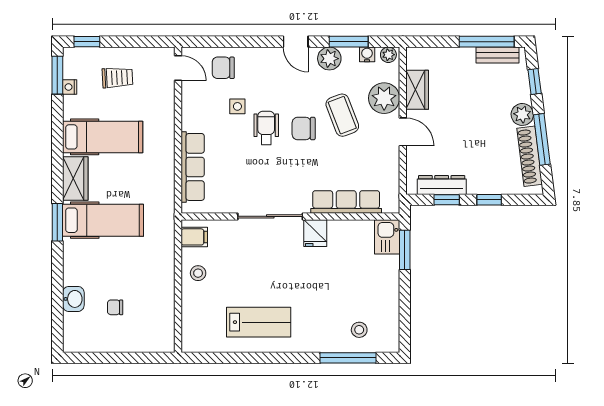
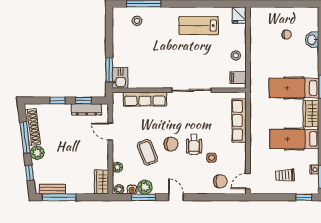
plant: (329, 59) -> (145, 187), moved
door: (178, 68) -> (248, 181), hinge flipped
wardrobe: (417, 90) -> (102, 182), moved
plant: (384, 98) -> (117, 167), width x0.53, depth x0.53
door: (403, 132) -> (110, 132), moved
fridge: (315, 233) -> (239, 15), moved, turned 180

